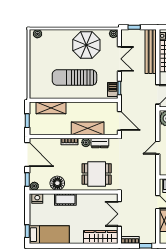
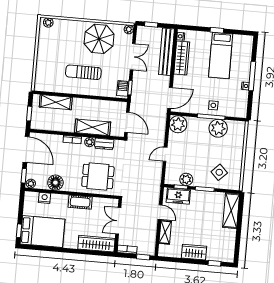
sun lounger: (74, 78) -> (83, 72), width x0.73, depth x0.75
nightstand: (37, 198) -> (45, 198), moved
cot: (65, 199) -> (80, 202), moved
bed: (49, 235) -> (43, 232), width x1.50

